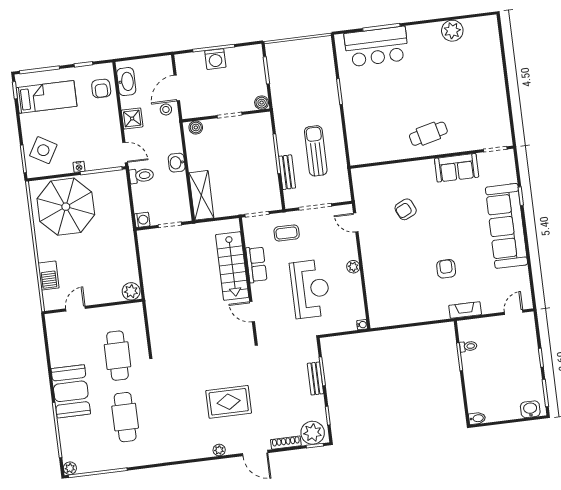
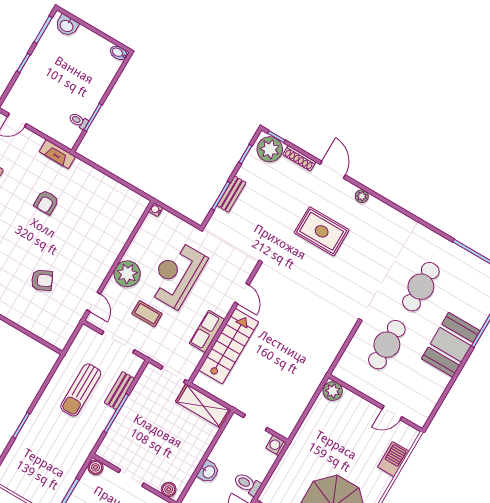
shelving: (201, 195) -> (203, 406), moved, turned 90
coffee table: (287, 233) -> (147, 314), moved
plant: (353, 267) -> (127, 274), width x1.88, depth x1.88

